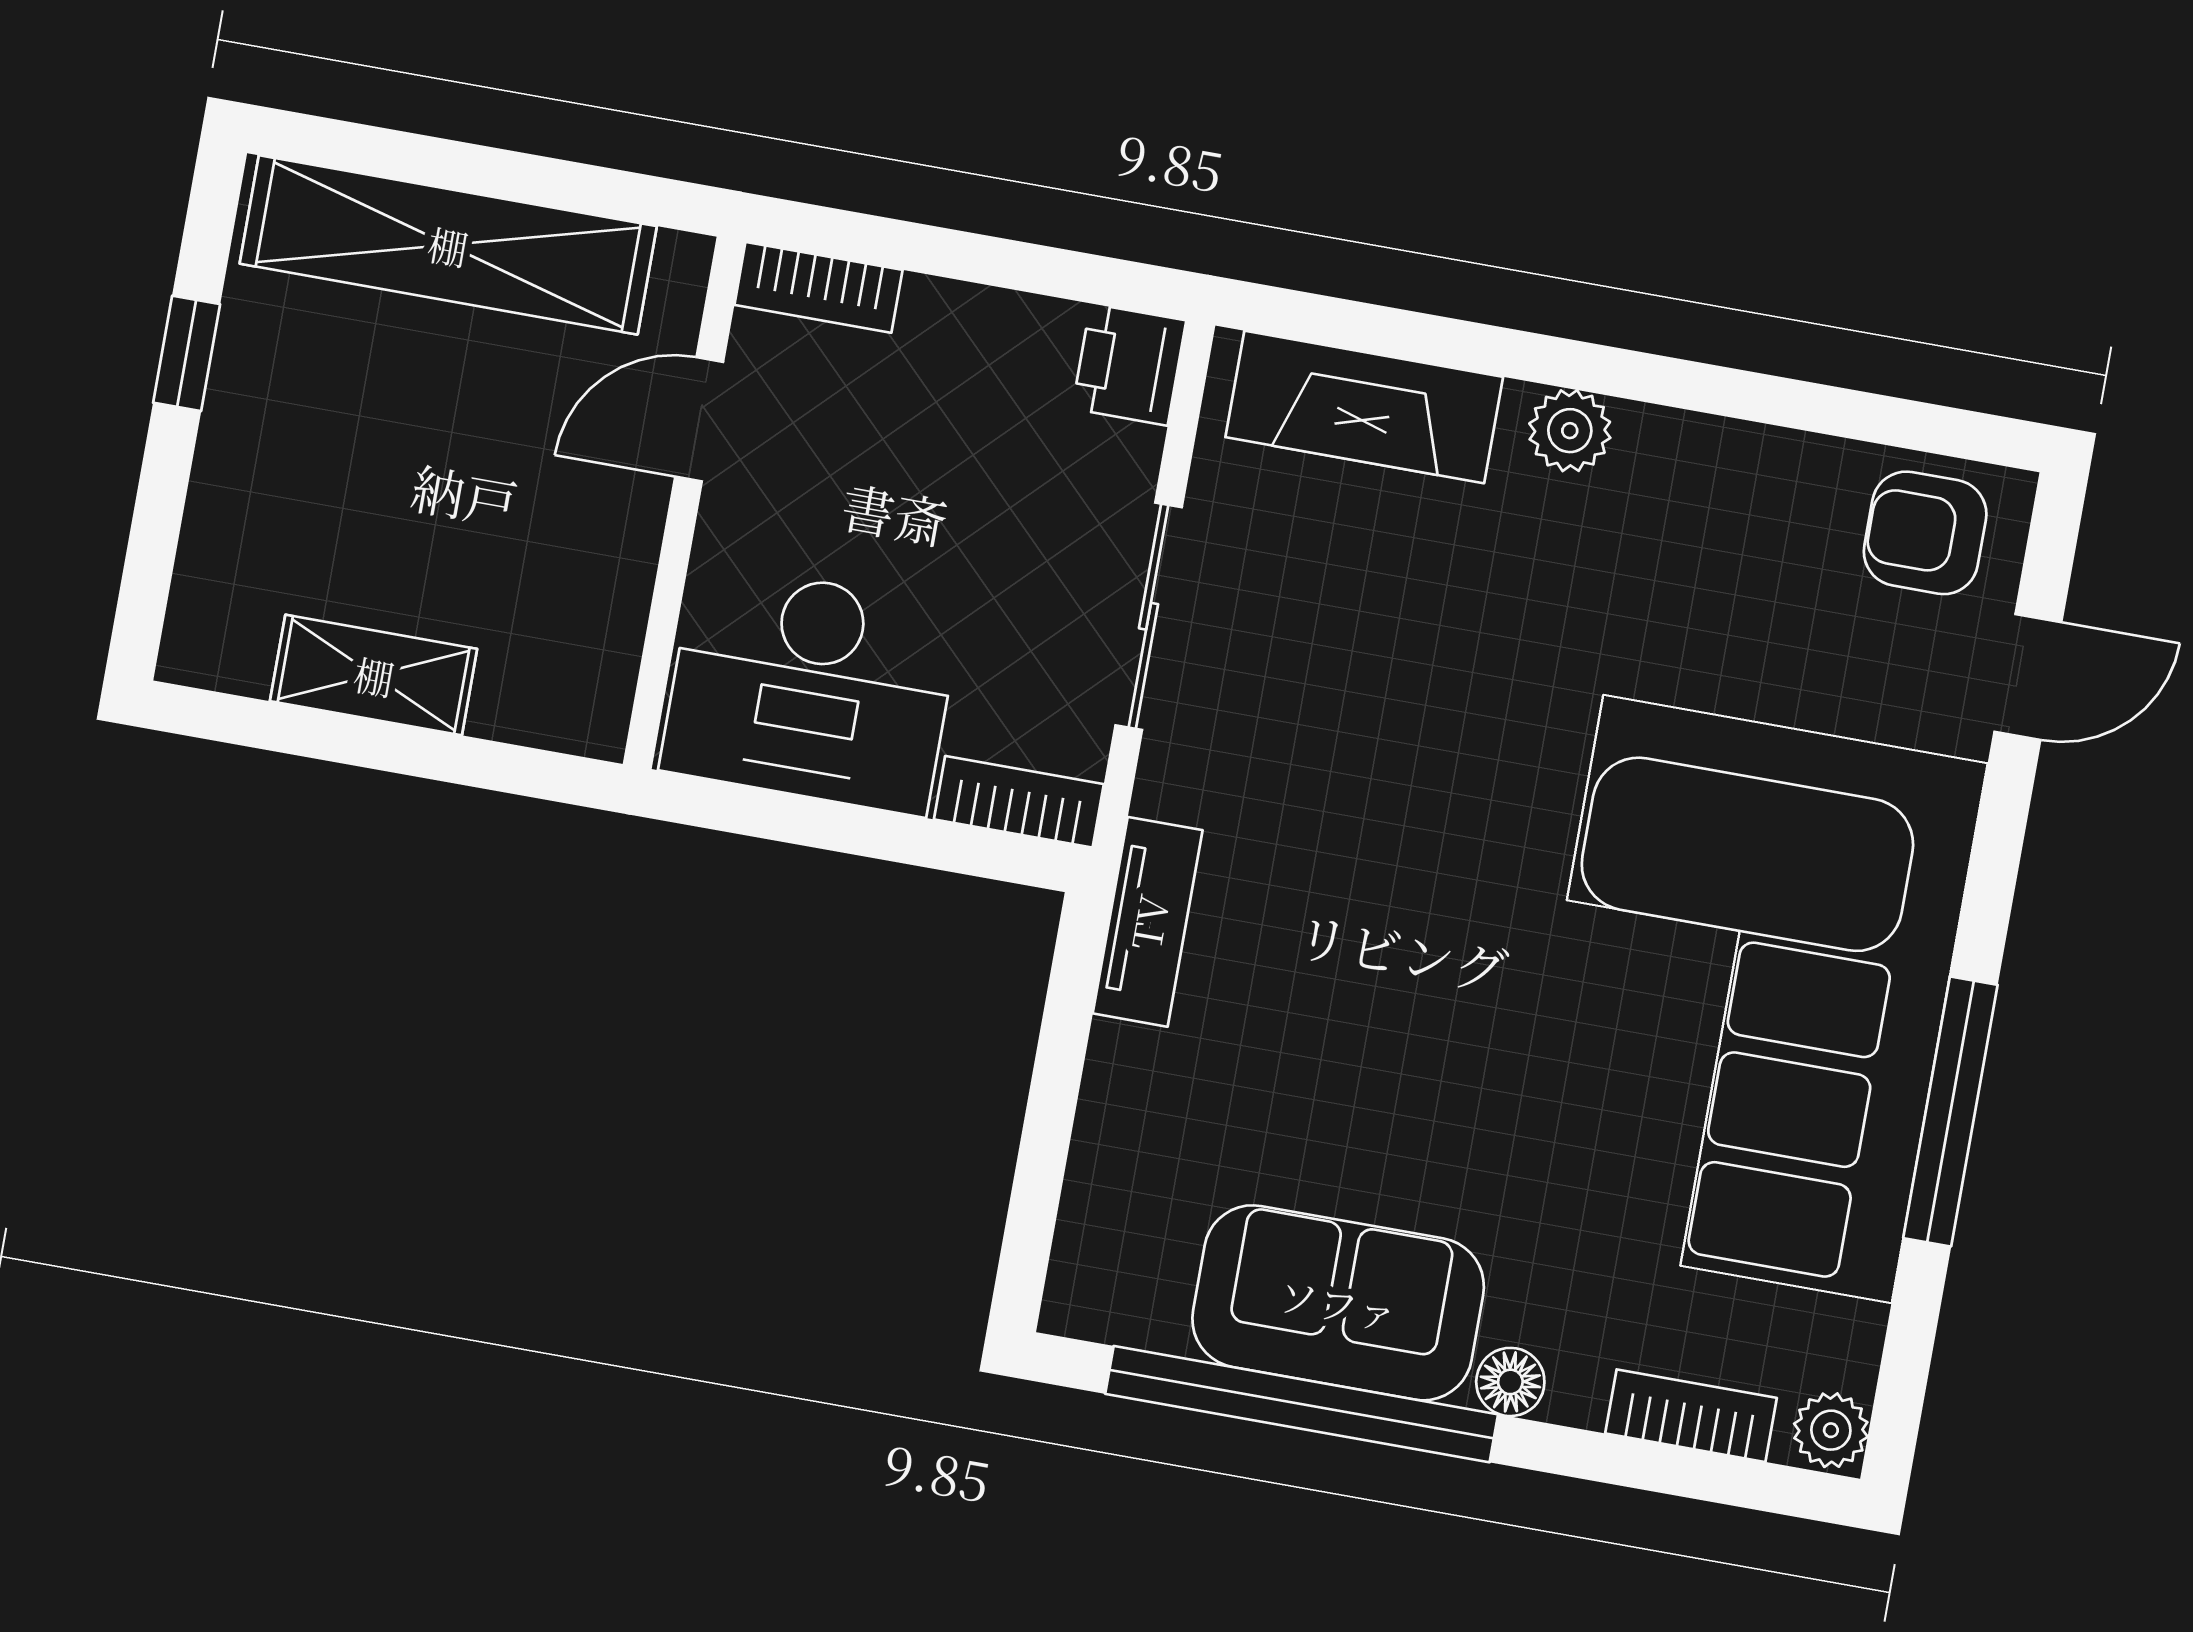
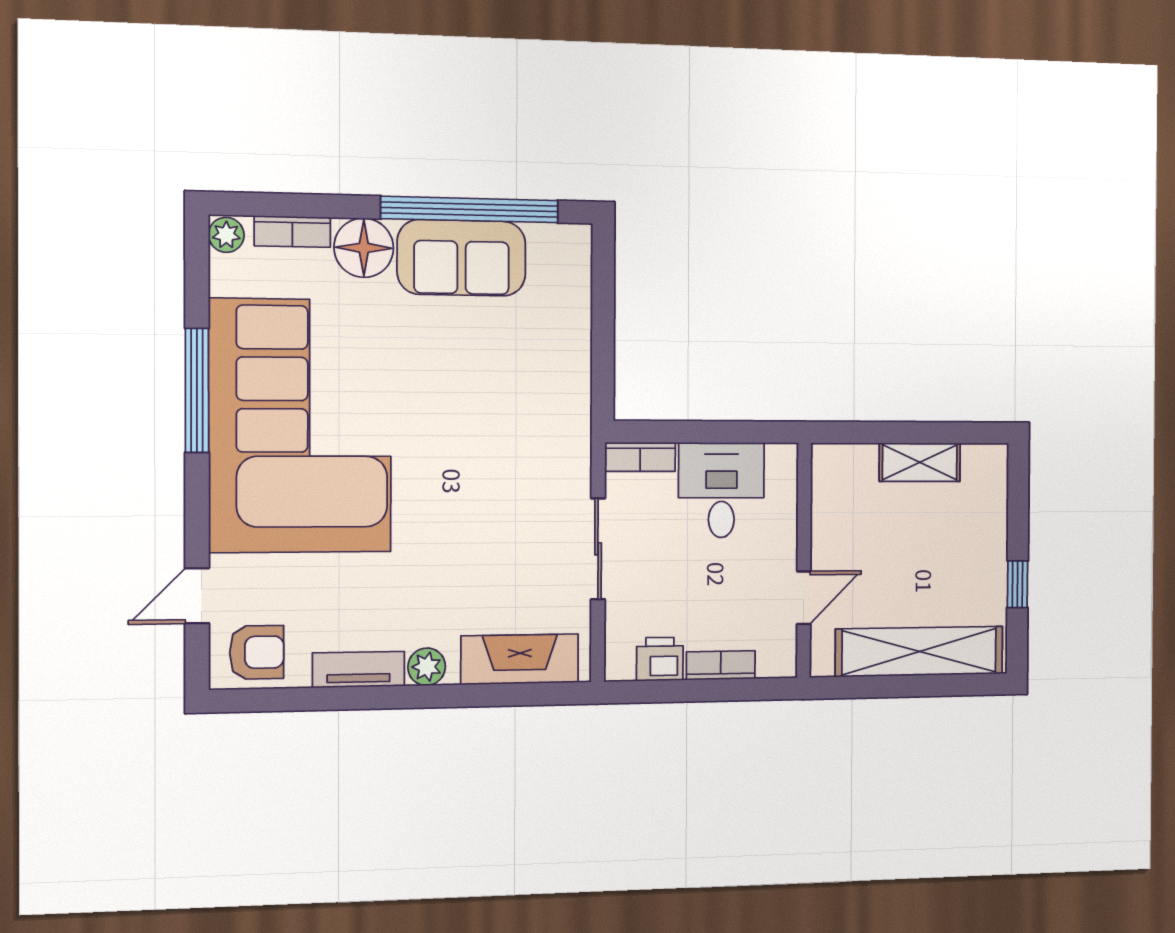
bookcase: (818, 287) -> (721, 665), moved
printer: (1129, 365) -> (660, 659), moved, turned -90
desk: (811, 689) -> (721, 490), width x0.73
tv unit: (1148, 922) -> (359, 669), moved, turned 90
floor lamp: (1510, 1382) -> (364, 248), width x1.89, depth x1.89

